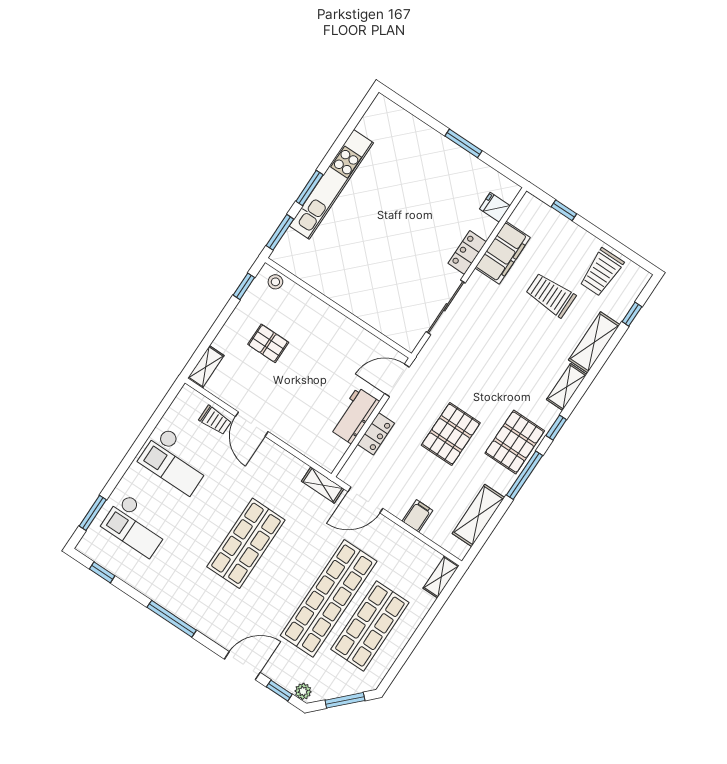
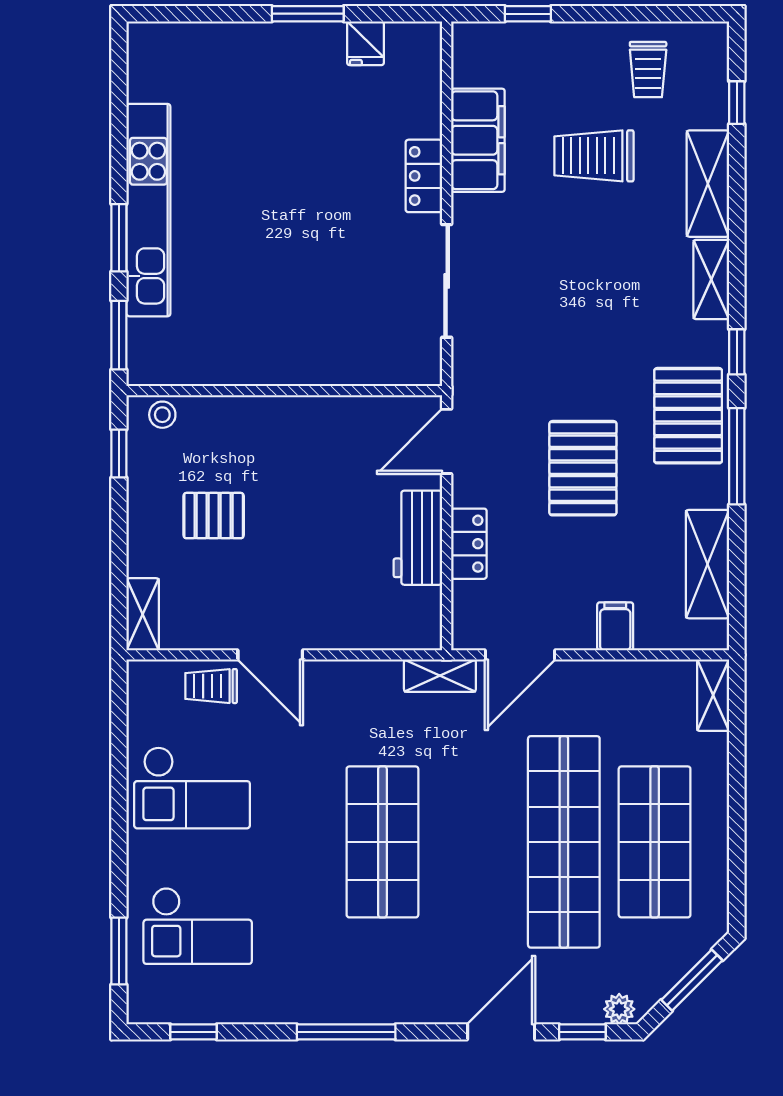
fridge: (495, 207) -> (365, 43), moved, turned -90
trolley: (602, 272) -> (648, 70), width x0.73, depth x0.72
trolley: (215, 420) -> (211, 686), turned 180

